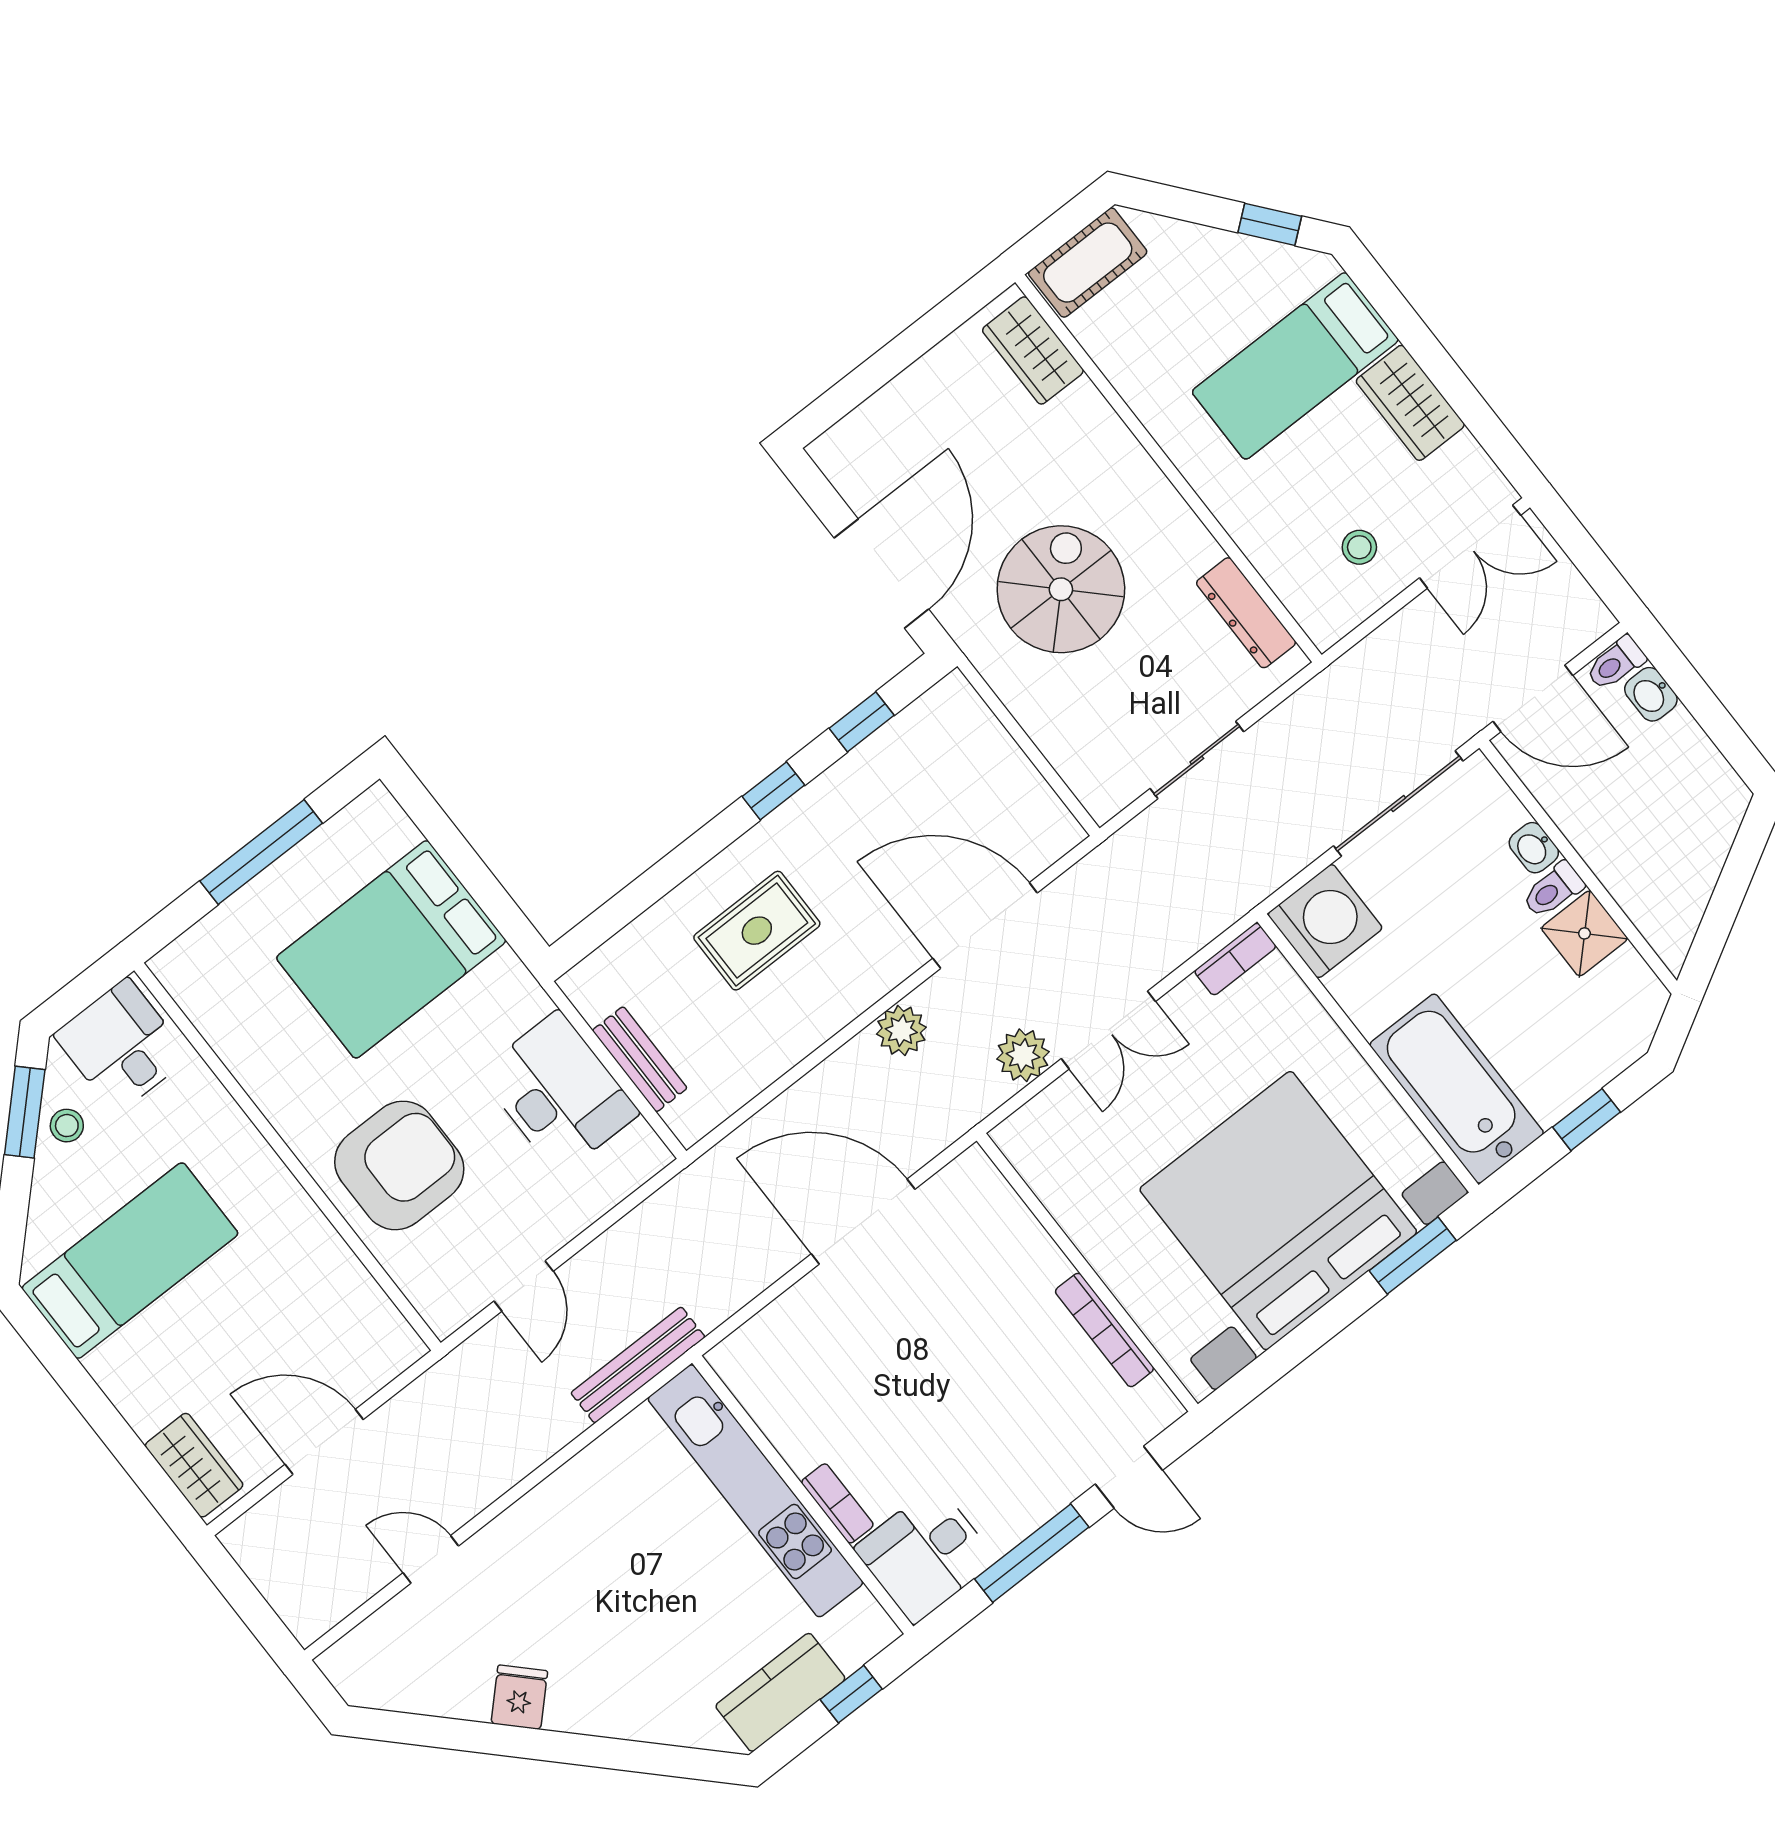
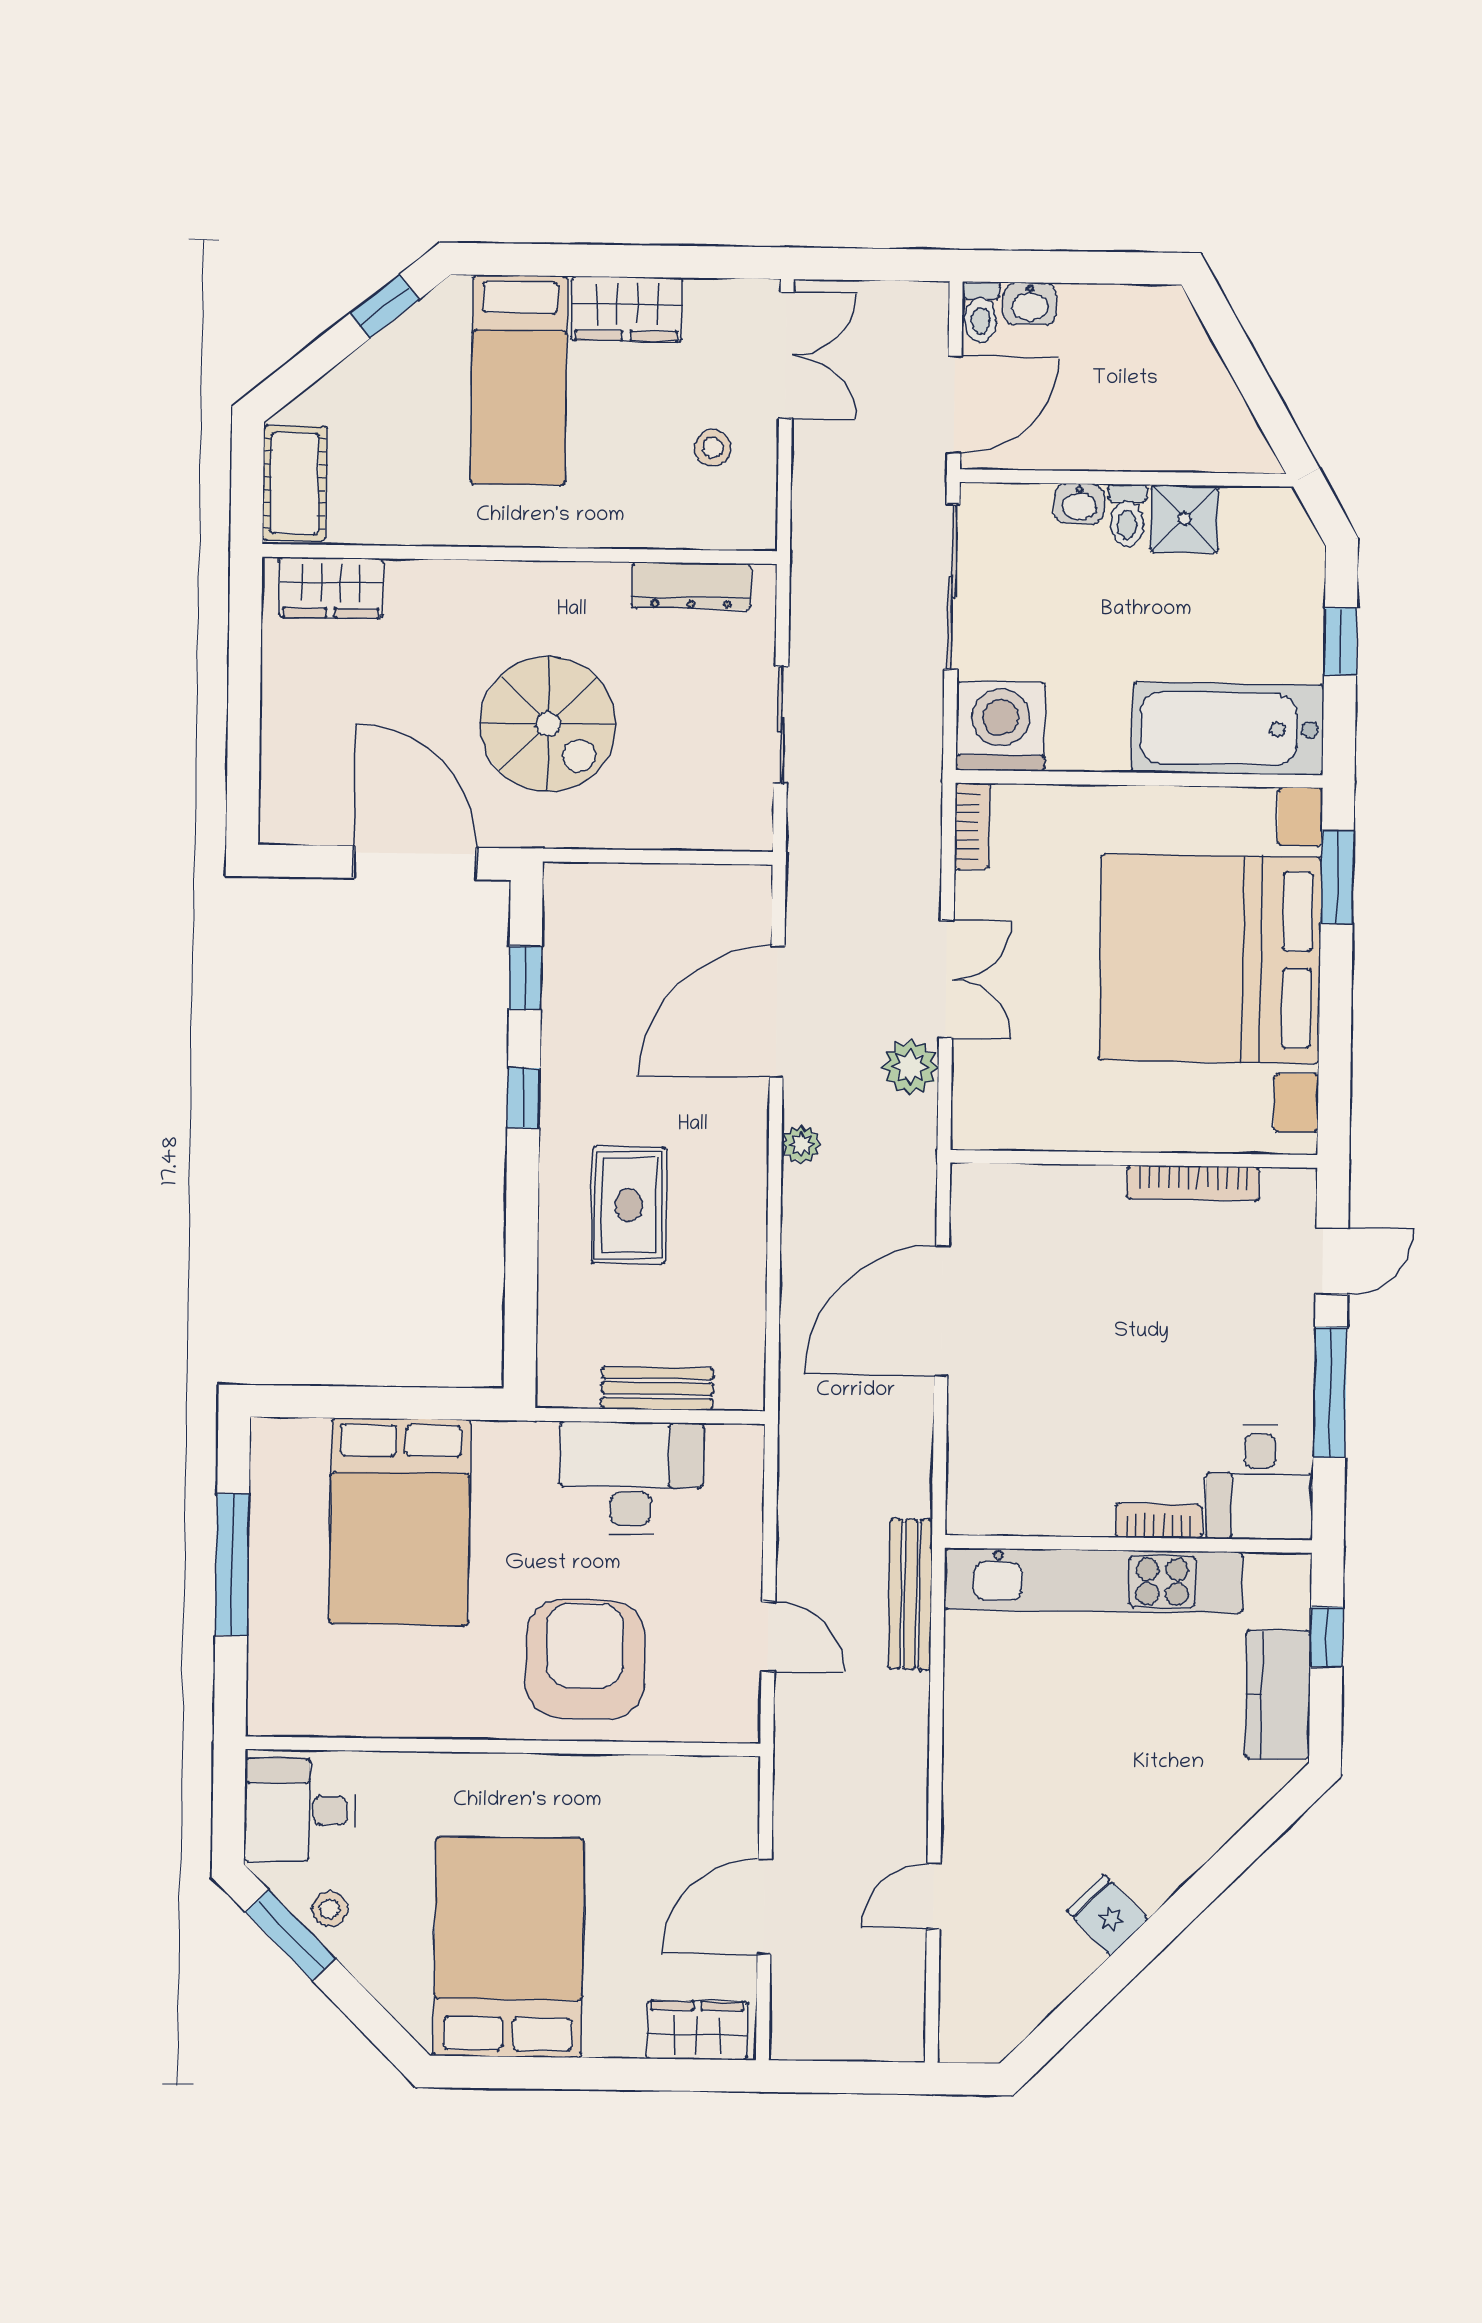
spiral stairs: (1061, 589) -> (548, 724), turned 180
plant: (901, 1031) -> (801, 1144), width x0.73, depth x0.73
bed: (130, 1261) -> (509, 1947), width x1.50

